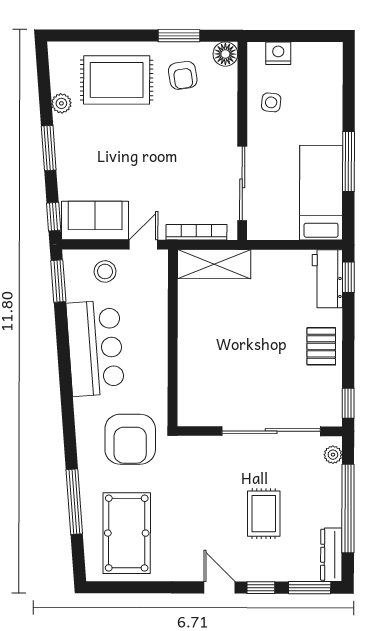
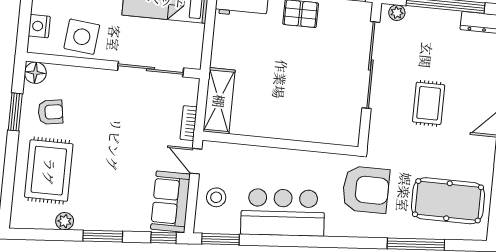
side table: (271, 102) -> (82, 37), width x1.87, depth x1.87
bookcase: (196, 232) -> (189, 123), width x0.64
rug: (264, 514) -> (429, 103), moved, turned 90

